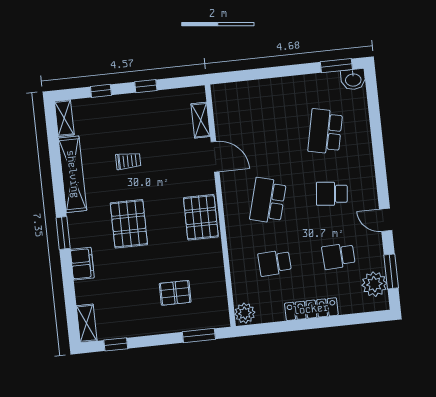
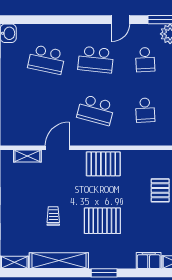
school desk: (332, 194) -> (96, 60), width x1.85
filing cabinet: (82, 264) -> (149, 261), moved

